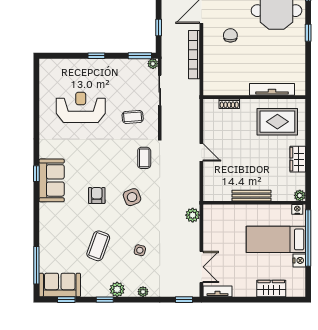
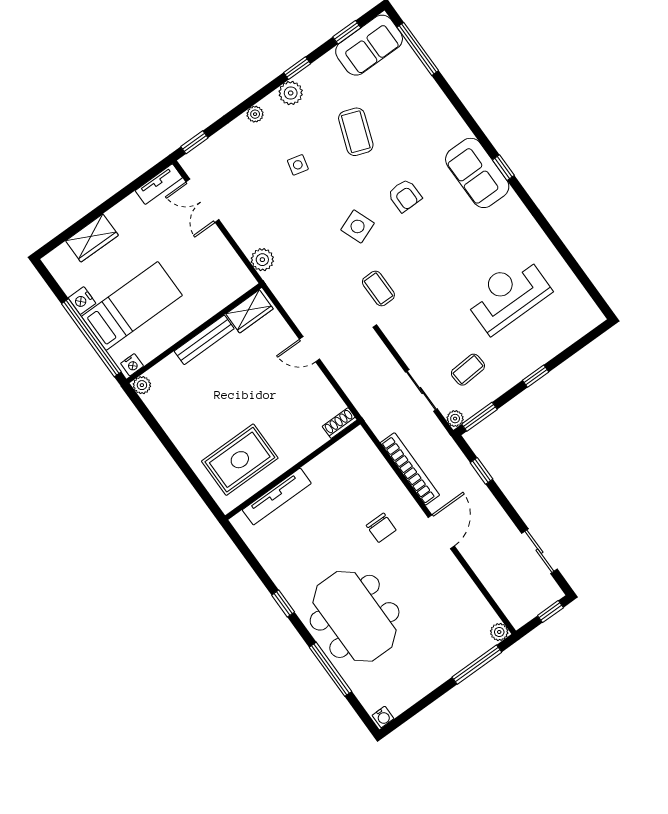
shoe rack: (229, 104) -> (340, 423), moved
reception desk: (81, 107) -> (508, 295), turned 180
coffee table: (133, 117) -> (468, 370), moved
wardrobe: (298, 159) -> (250, 311), moved, turned 90

